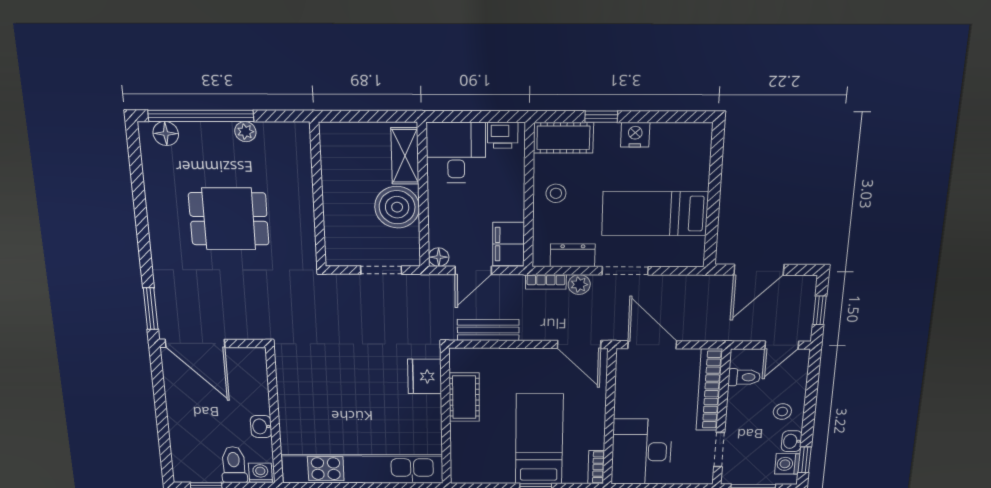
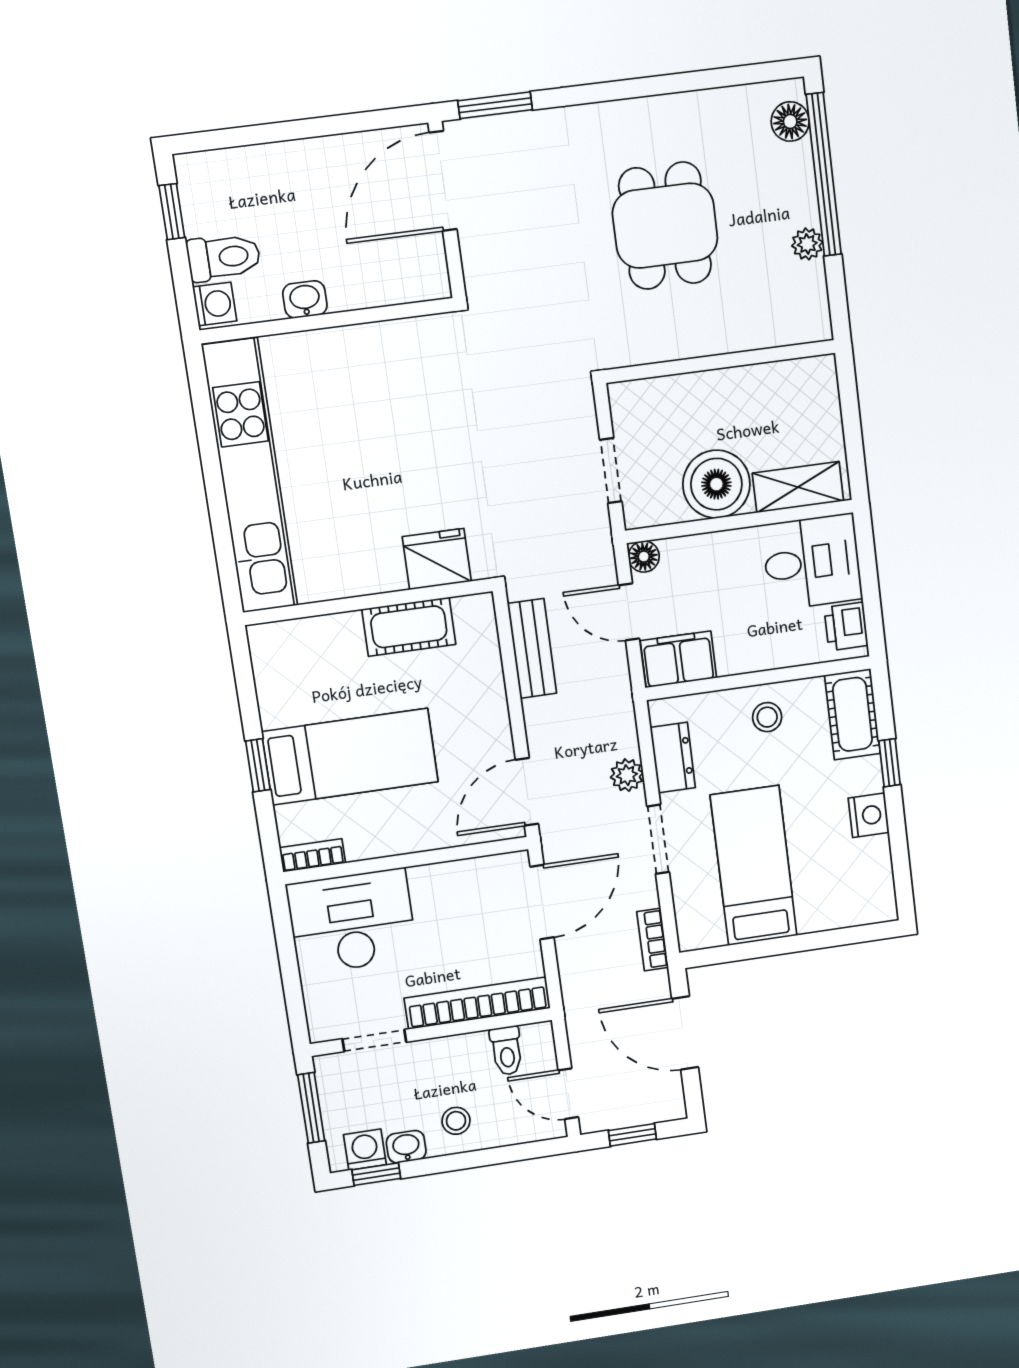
bookcase: (546, 282) -> (653, 940), moved

